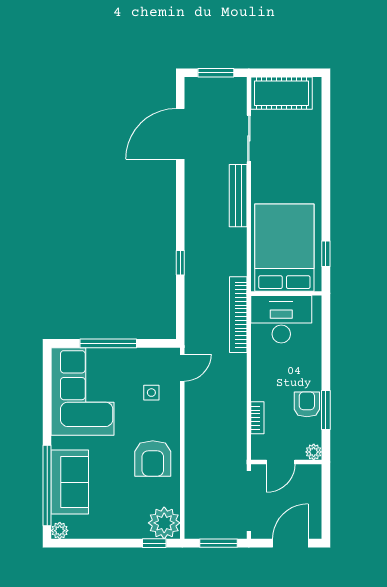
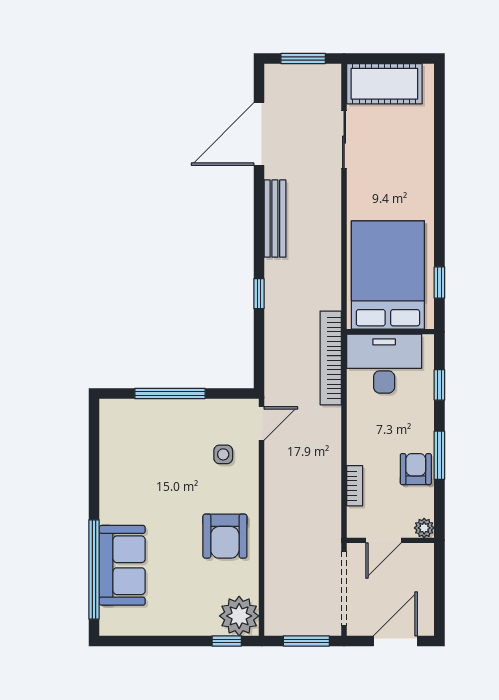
bench: (238, 196) -> (275, 219), moved
window: (326, 336) -> (439, 385), added
corner sofa: (83, 391) -> (138, 453), removed
window: (326, 410) -> (439, 455), moved
plant: (60, 531) -> (110, 625), removed

